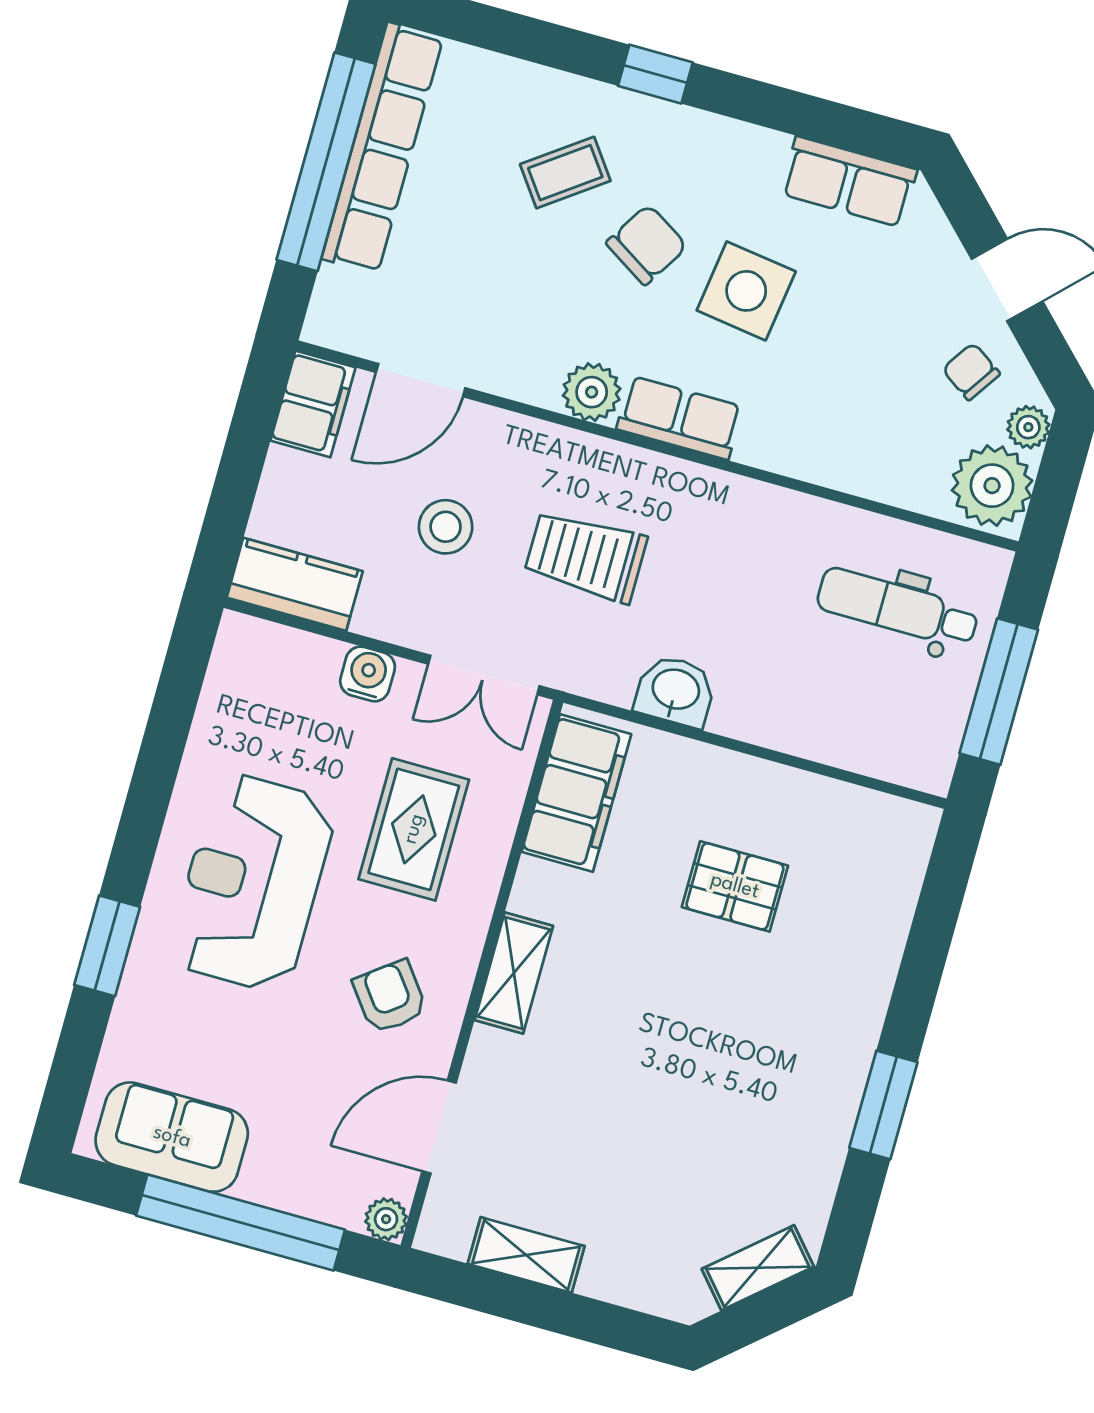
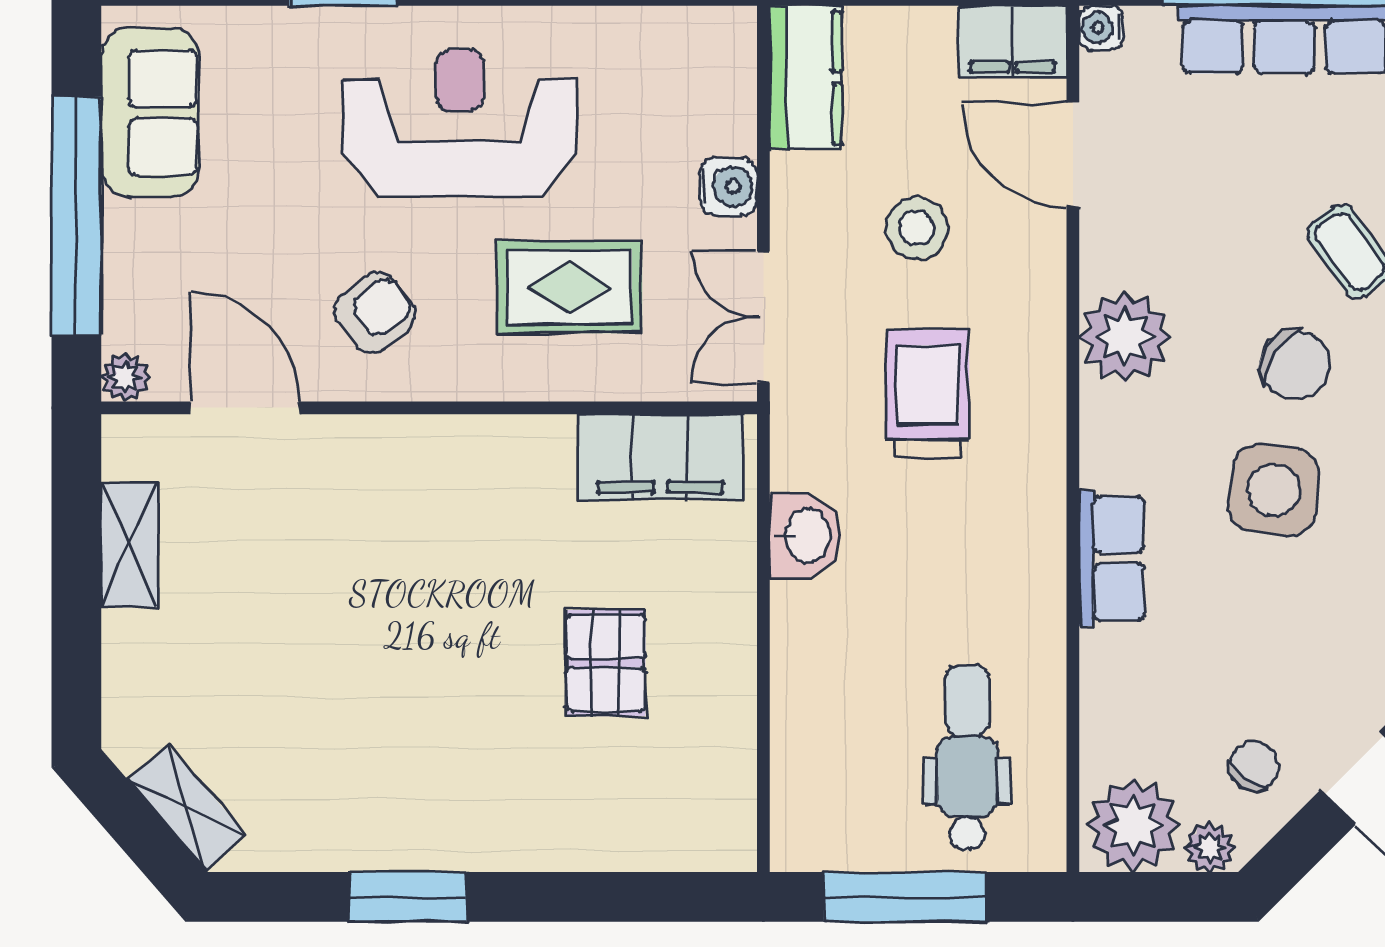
water cooler: (322, 327) -> (1101, 28), added
plant: (592, 392) -> (1125, 337), width x1.36, depth x1.36
row of seats: (680, 418) -> (1111, 558), moved
shelving: (514, 973) -> (440, 443), removed

